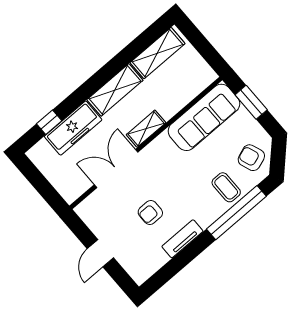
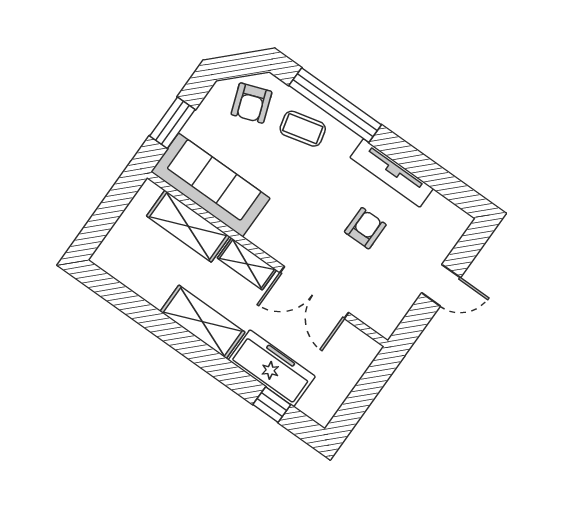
shelving: (157, 53) -> (188, 226), moved
coffee table: (226, 187) -> (303, 129), turned 76
armchair: (150, 213) -> (365, 228), turned -90
tv unit: (182, 239) -> (392, 173), width x1.41

